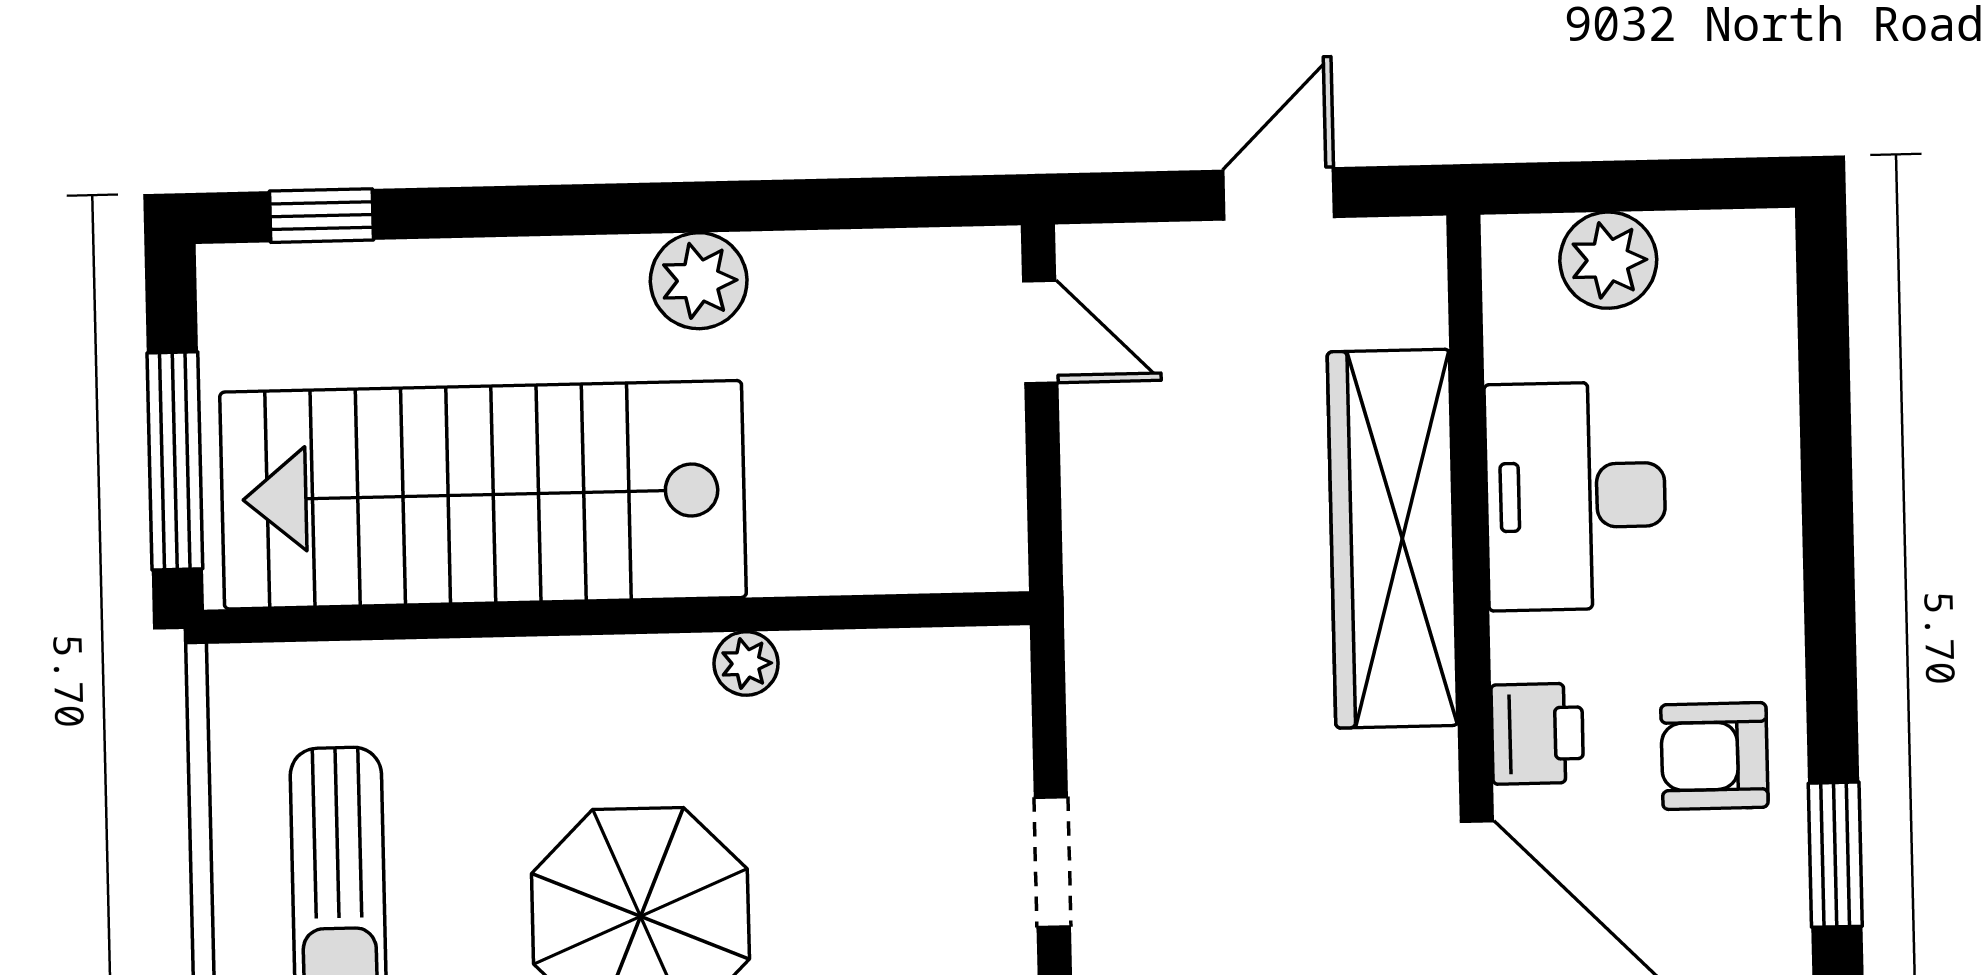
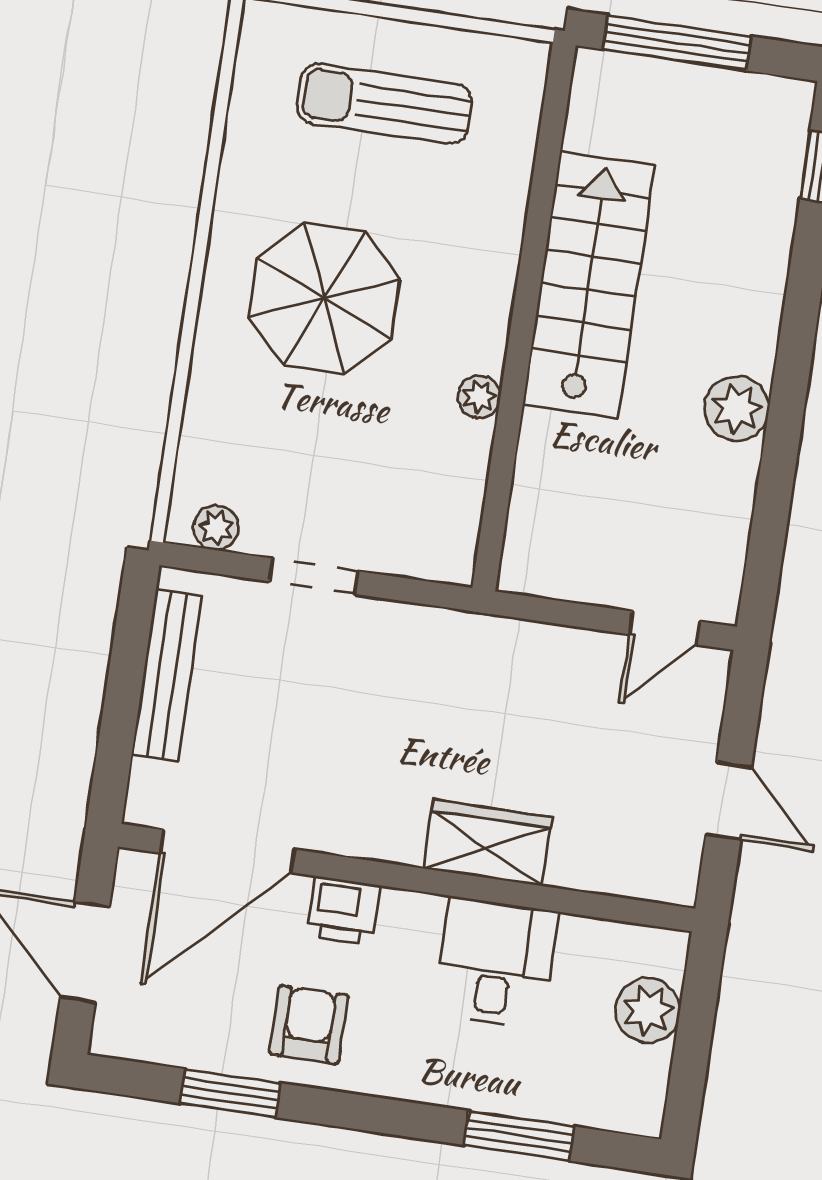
window: (1825, 418) -> (519, 1136), added
stairs: (483, 495) -> (589, 285), width x0.73, depth x0.66
desk: (1576, 496) -> (496, 962), width x0.73
wardrobe: (1393, 539) -> (488, 843), width x0.48, depth x0.85

